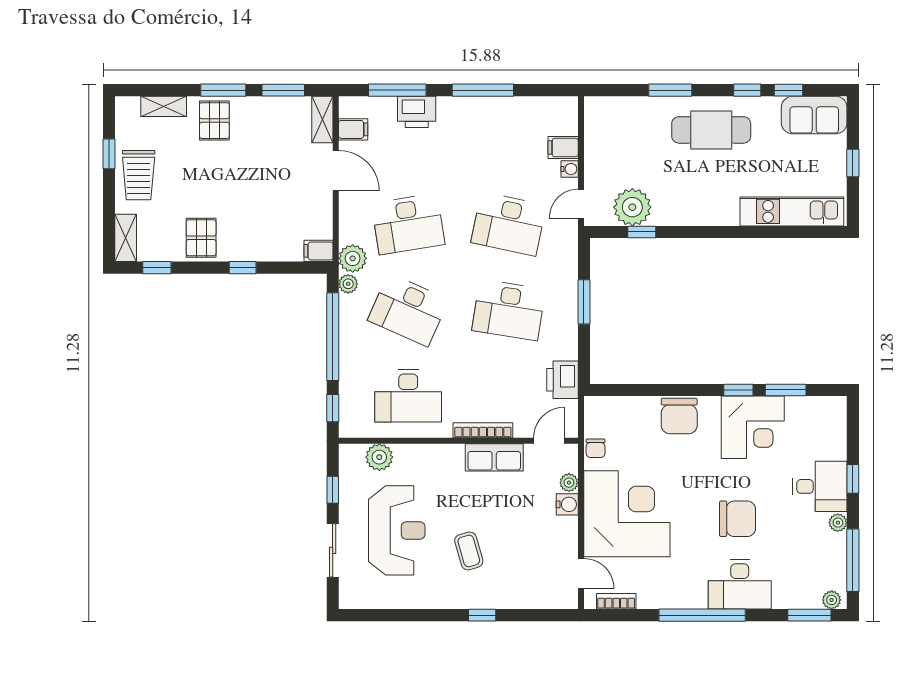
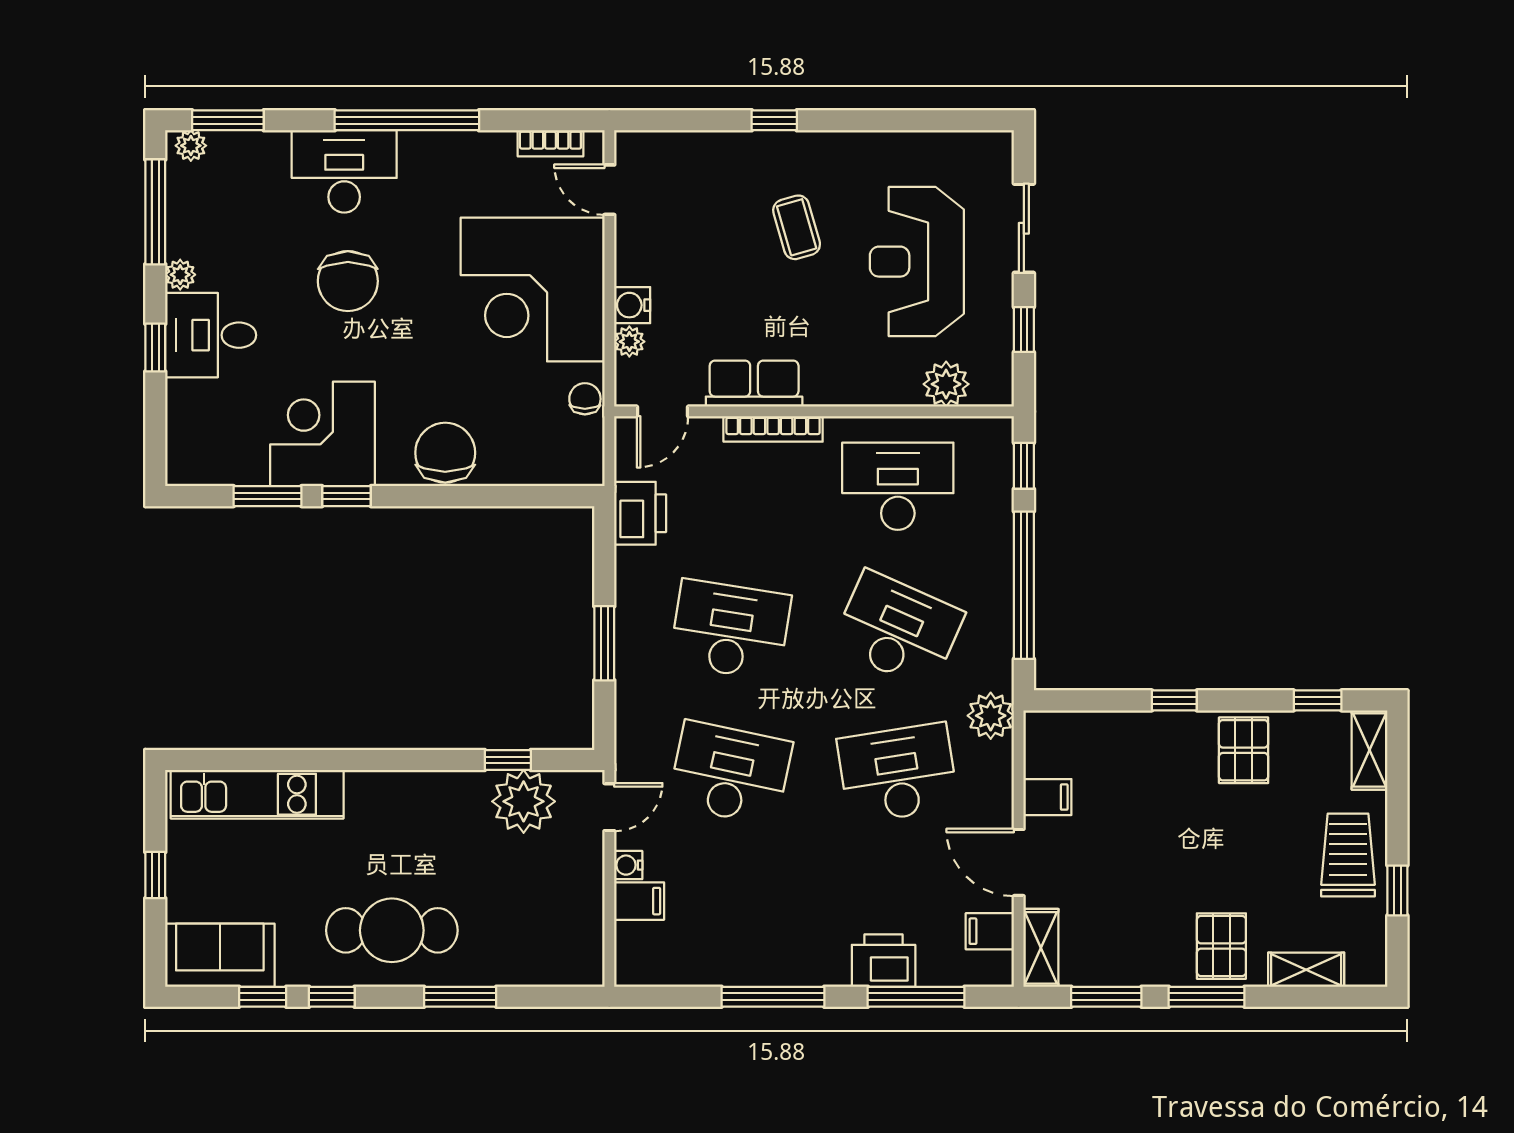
filing cabinet: (319, 251) -> (1047, 797), moved
plant: (348, 284) -> (998, 673), removed
chair: (738, 519) -> (348, 281), turned -90

